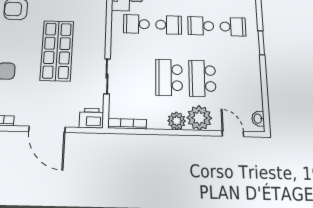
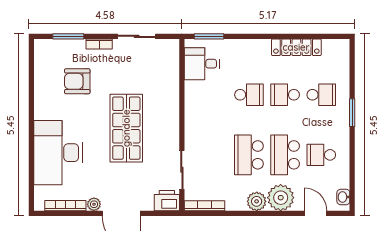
school desk: (136, 24) -> (321, 155), moved
sliding door: (107, 76) -> (182, 170), moved
plant: (21, 120) -> (94, 204), added

